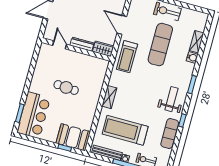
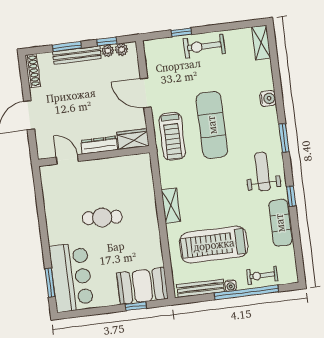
shelving: (197, 42) -> (261, 42), moved
exercise mat: (160, 45) -> (212, 125), moved

